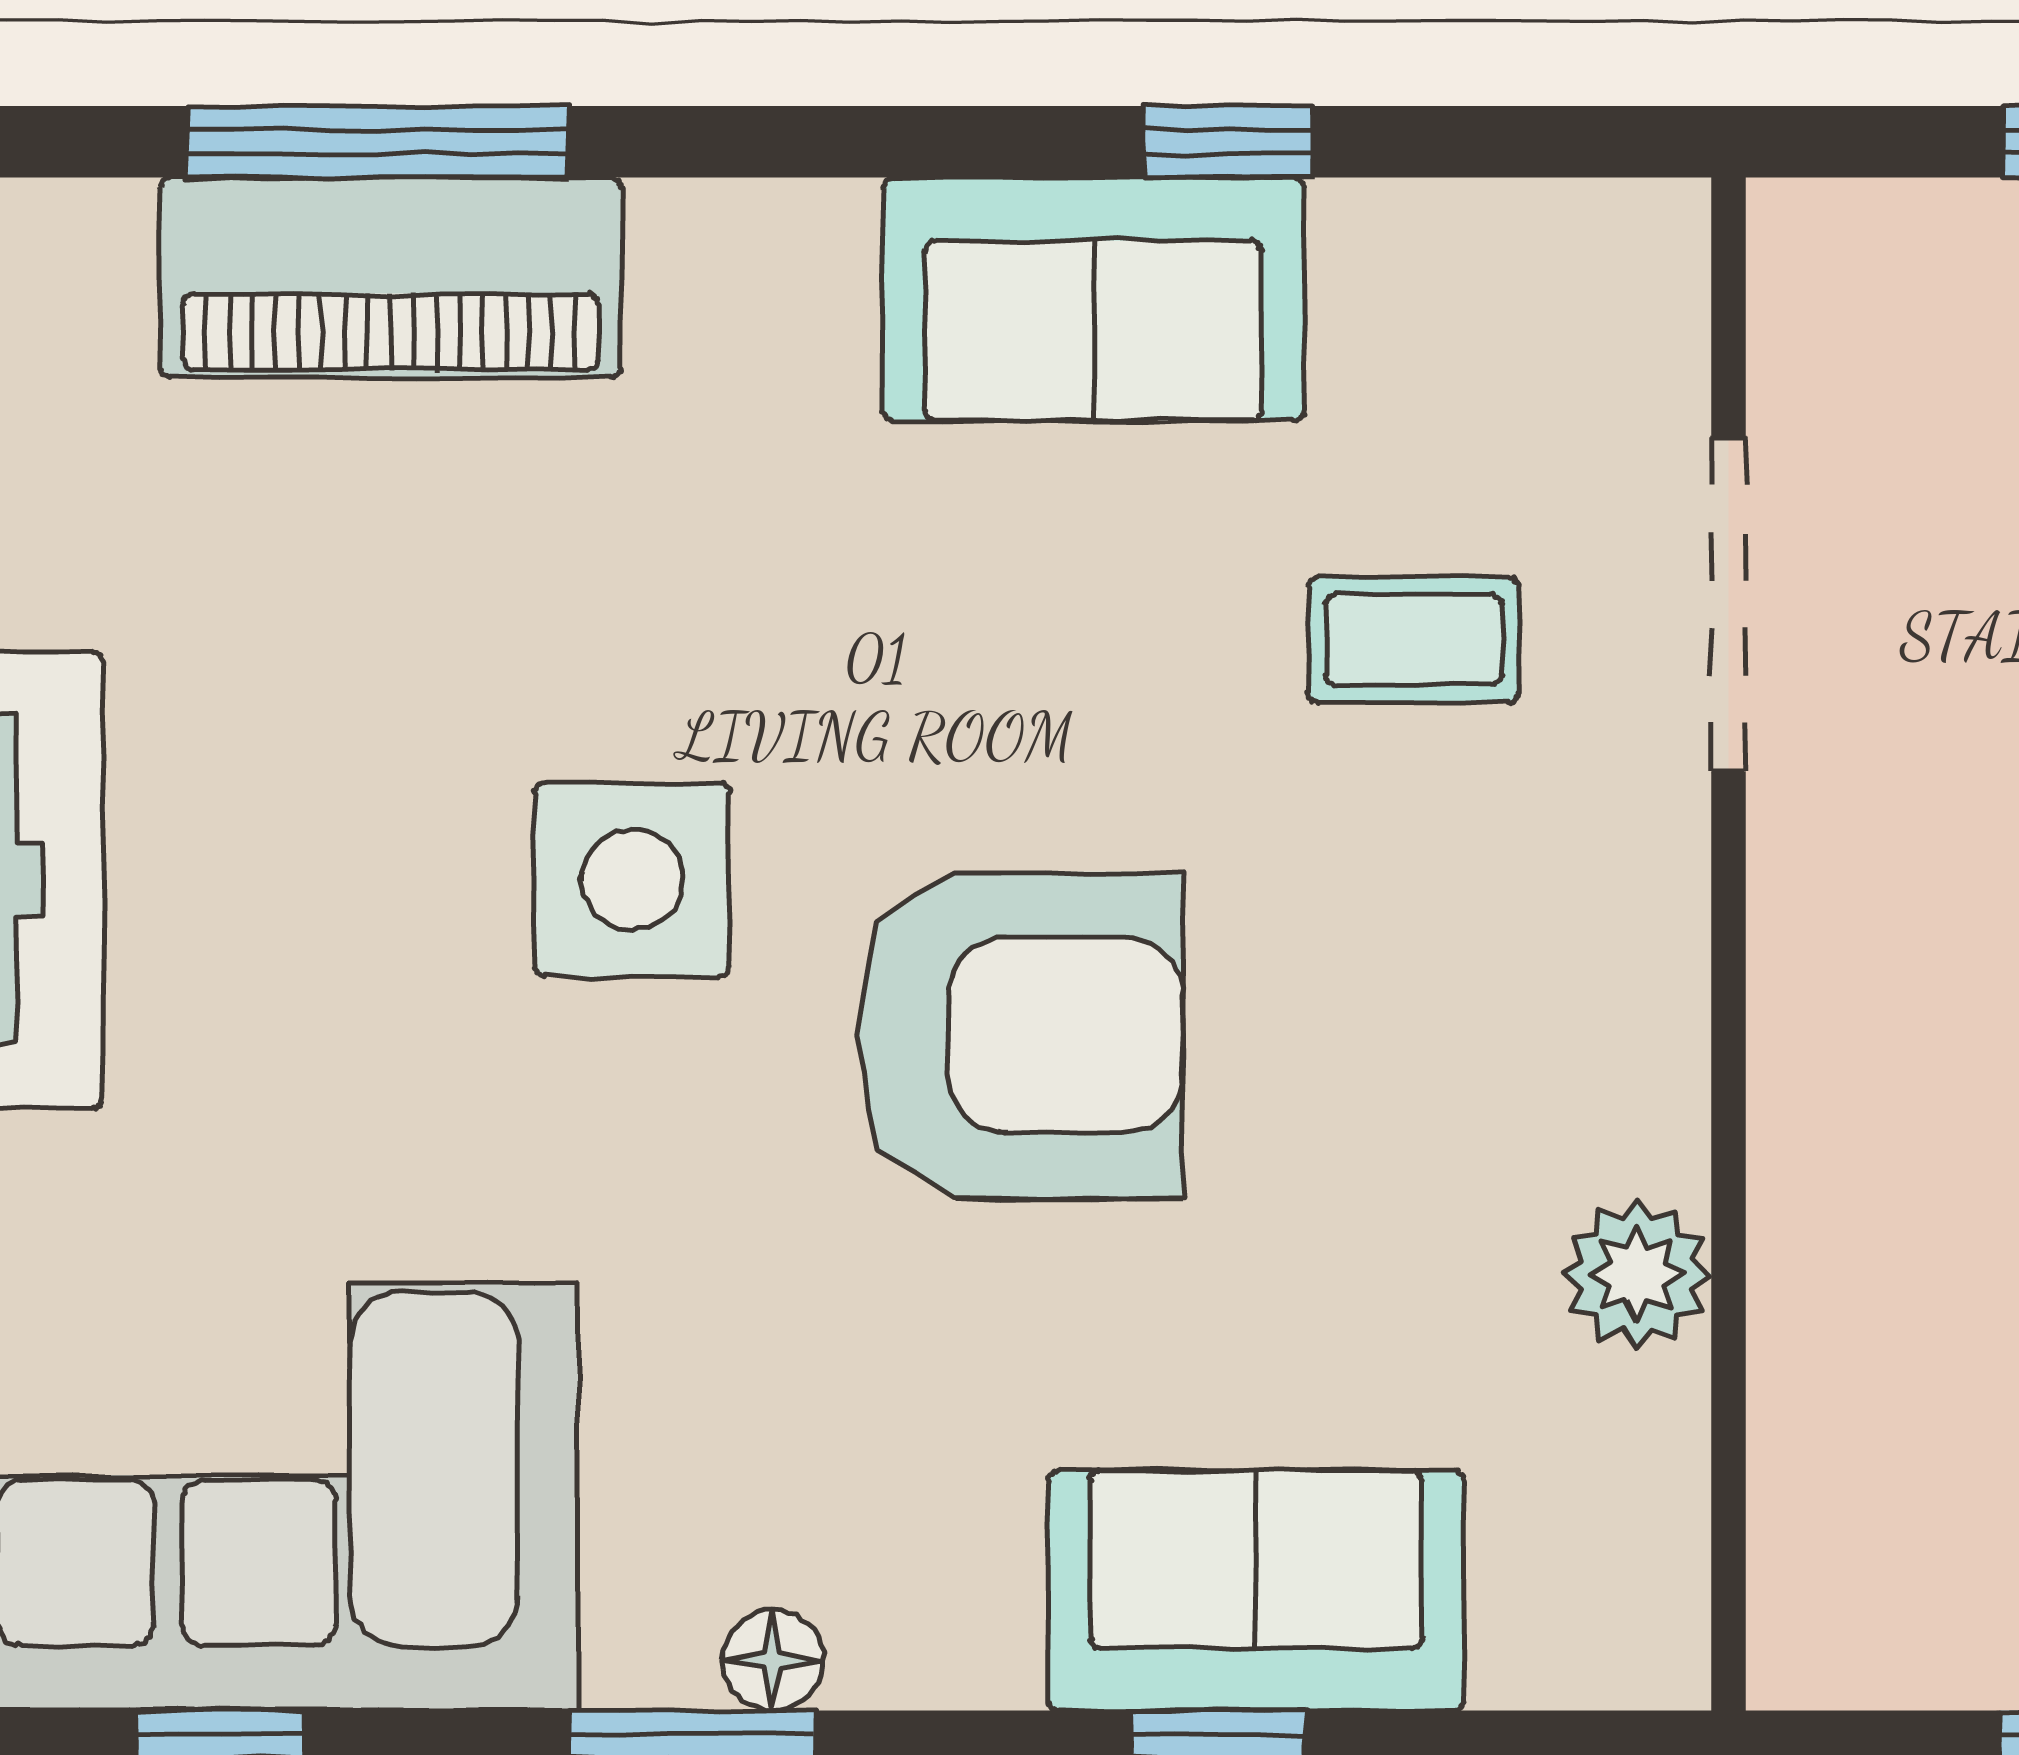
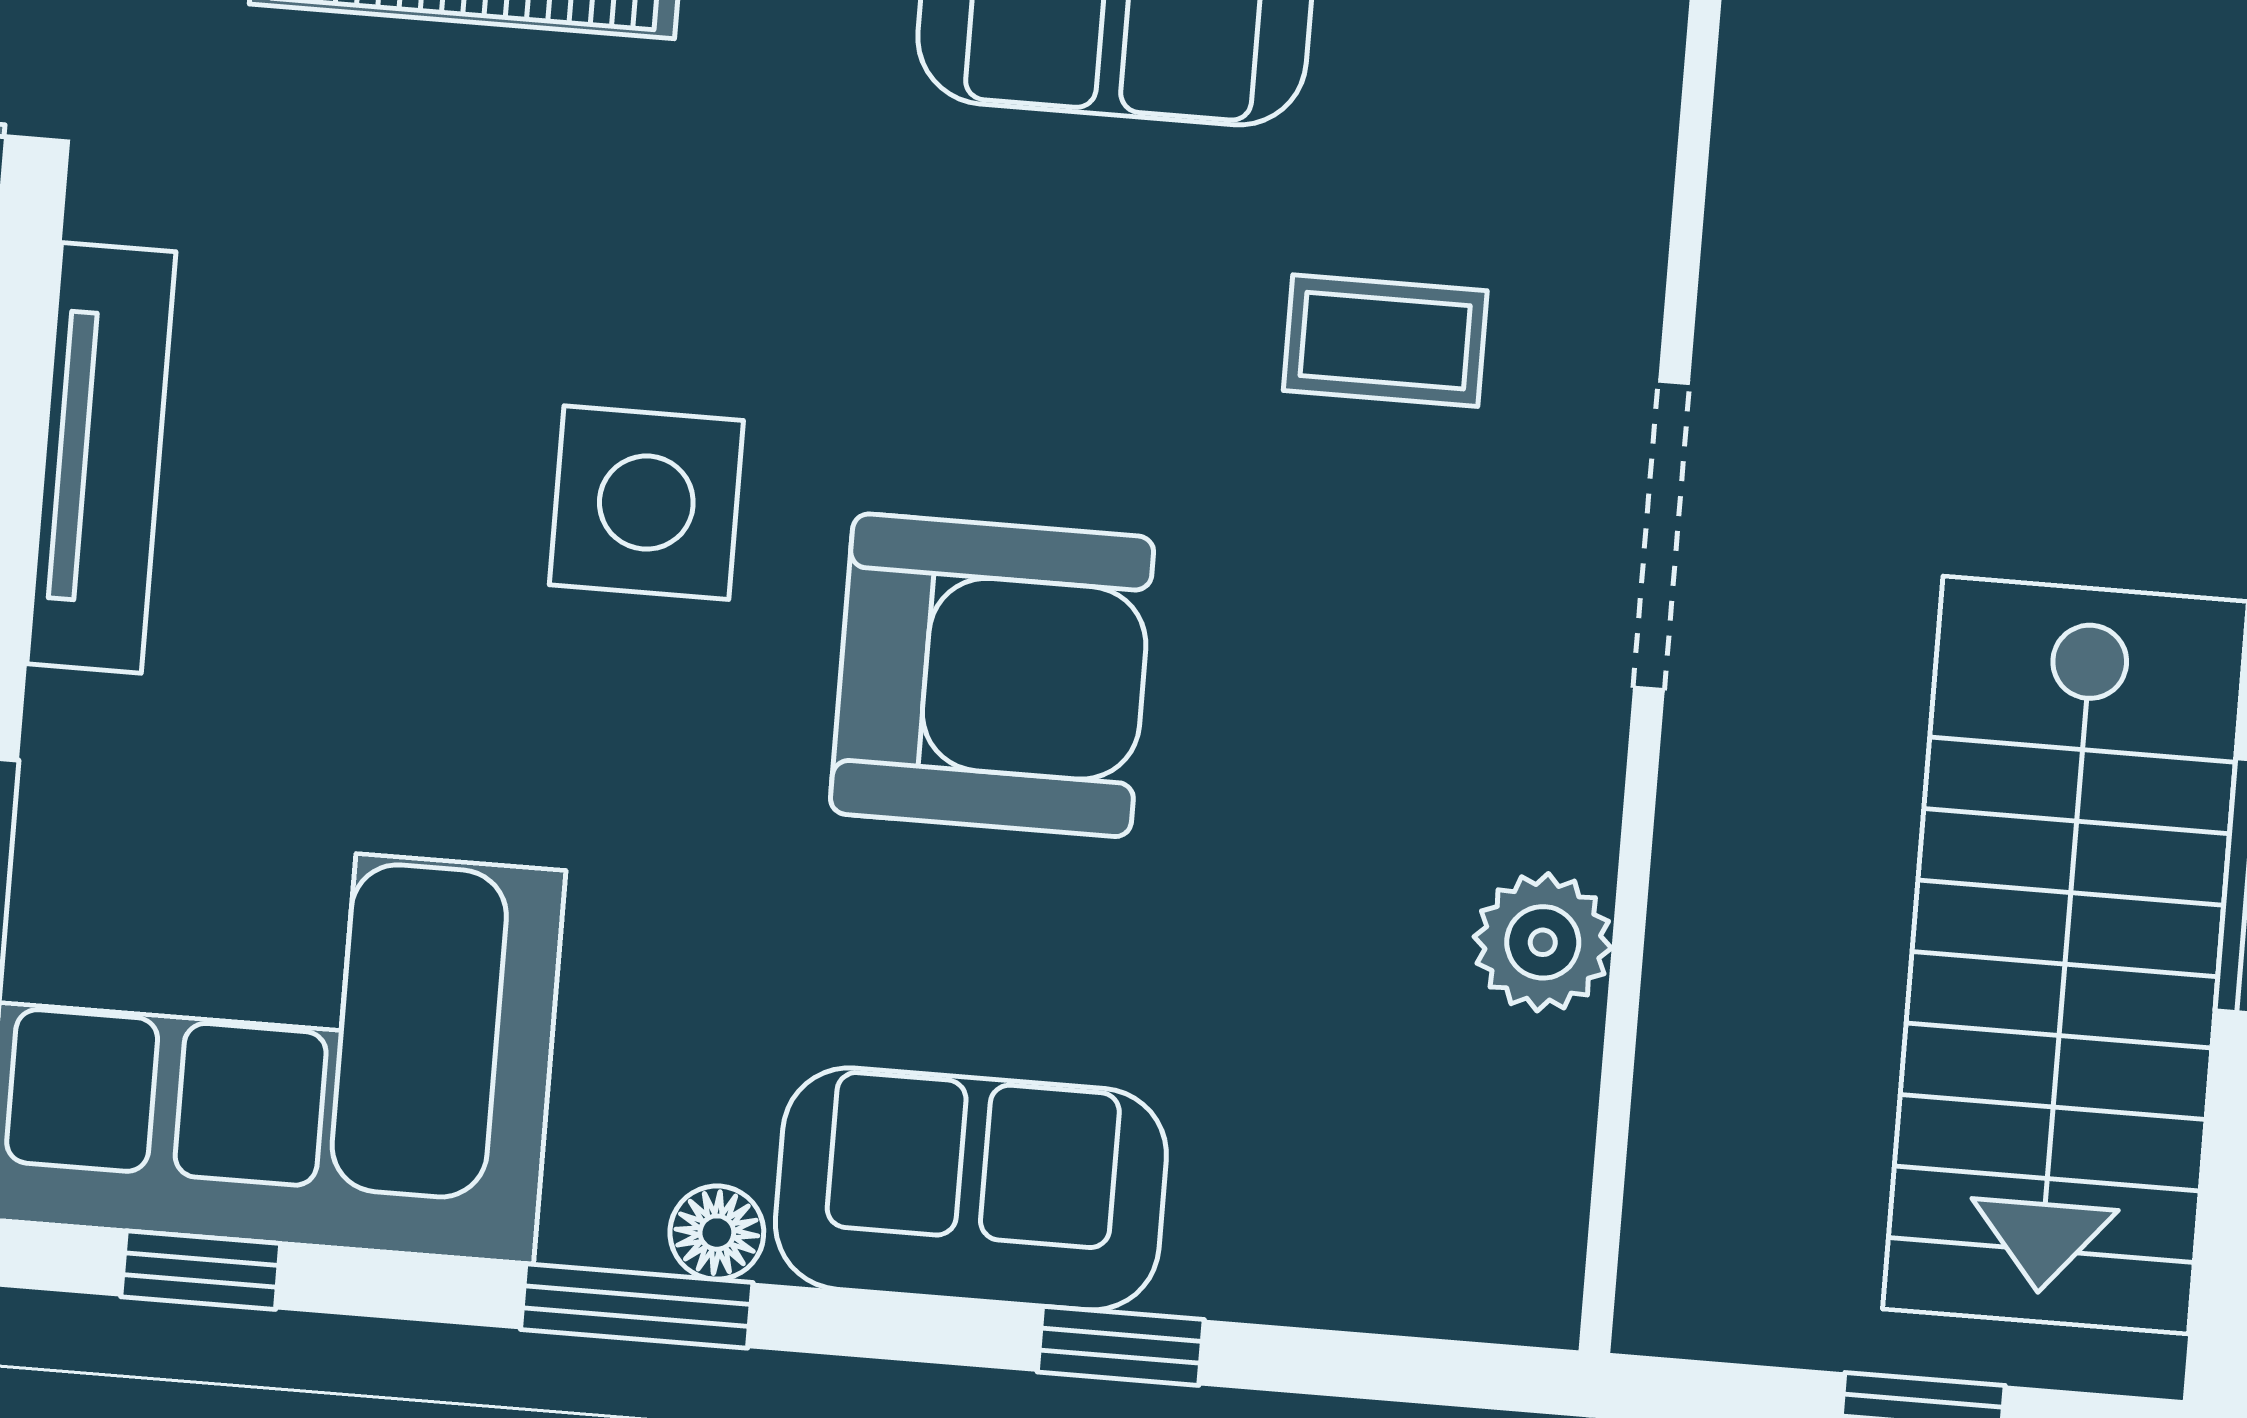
doorway: (1729, 605) -> (1661, 535), moved
sofa: (1256, 1590) -> (971, 1189), moved

